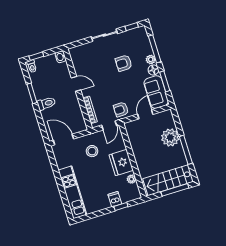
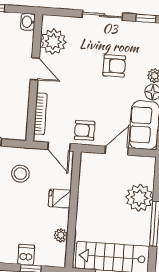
plant: (81, 63) -> (53, 42), added
armchair: (124, 63) -> (114, 66), turned 180
door: (109, 125) -> (59, 147), hinge flipped
fridge: (121, 163) -> (60, 198), width x0.53, depth x0.75

